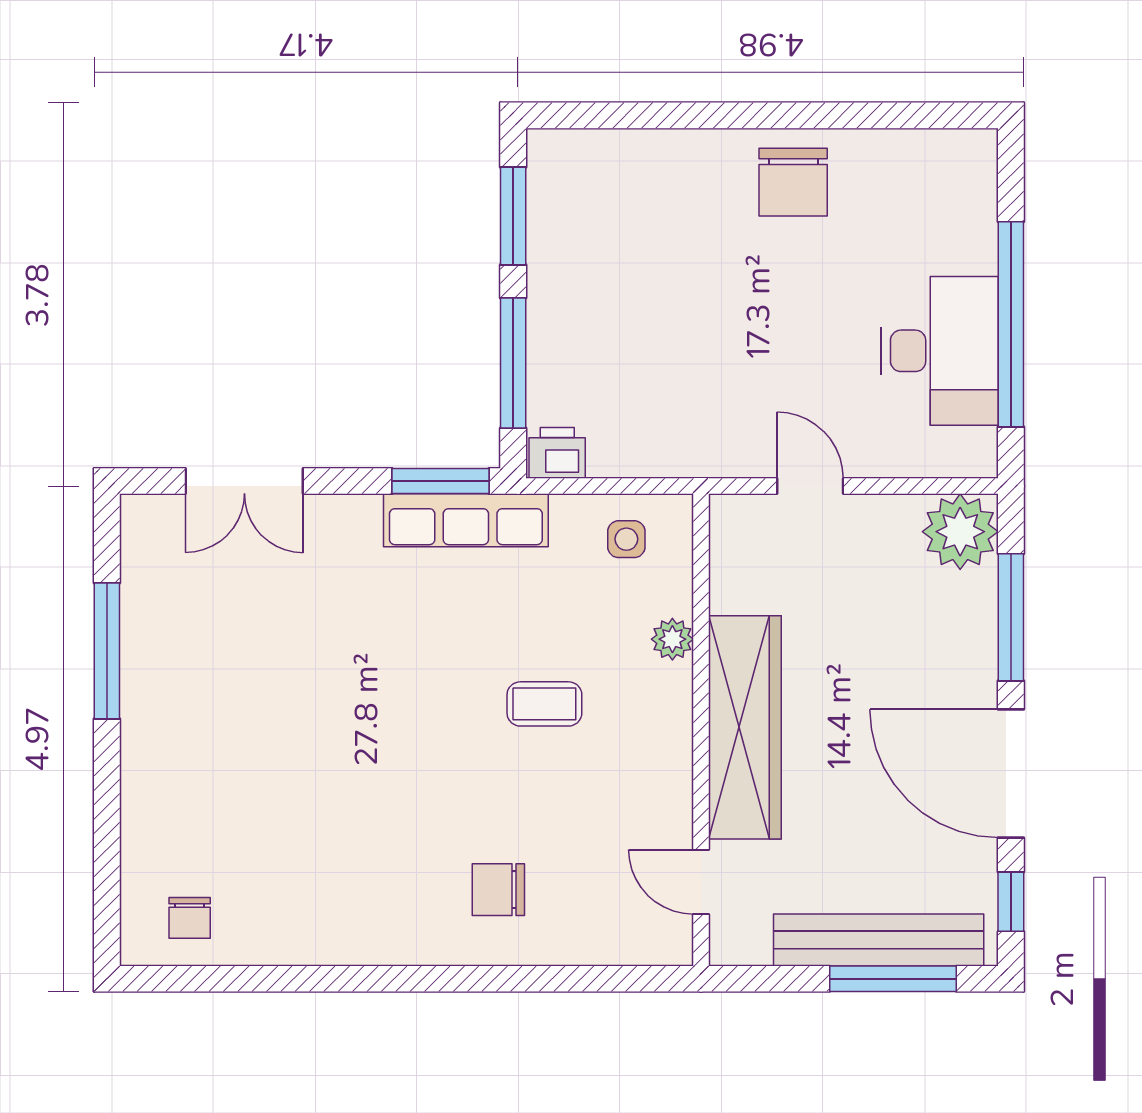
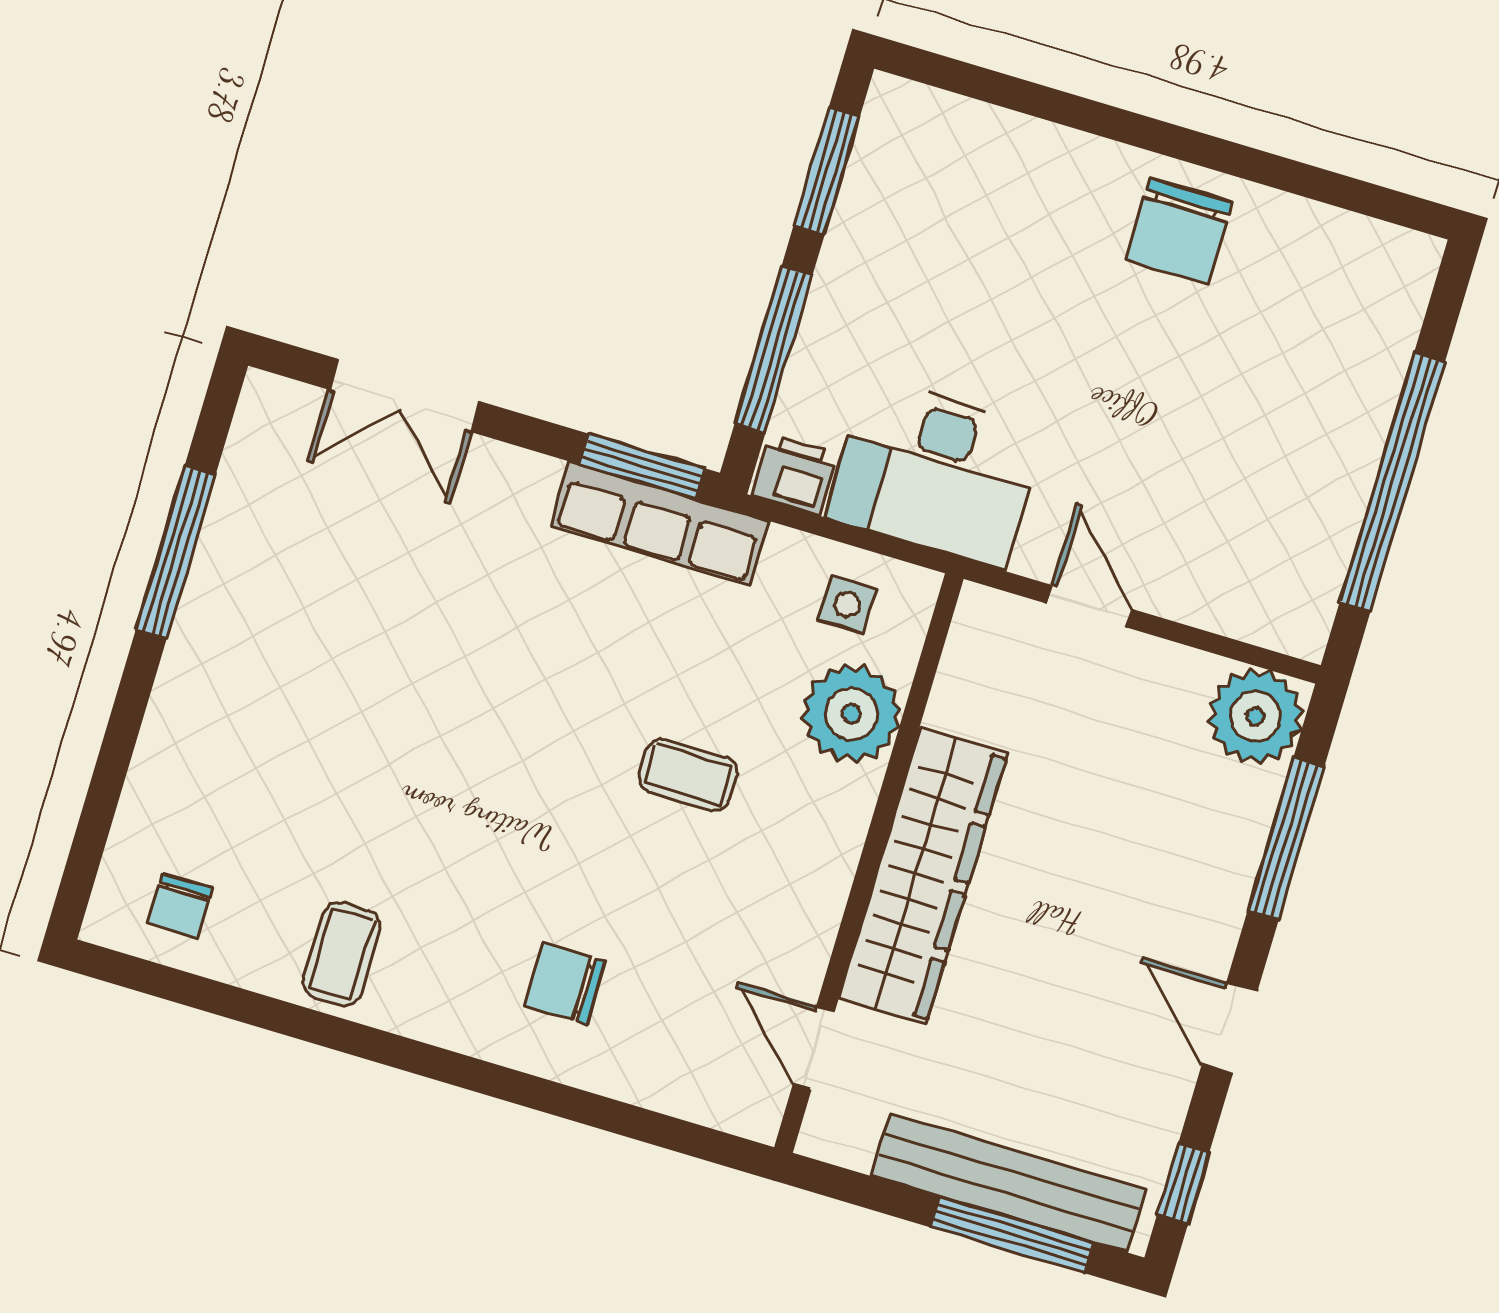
desk: (940, 351) -> (936, 473), moved, turned 90
plant: (672, 639) -> (851, 714), width x1.88, depth x1.88
door: (1011, 773) -> (1229, 1028), width x0.53
coffee table: (323, 918) -> (342, 954), added

